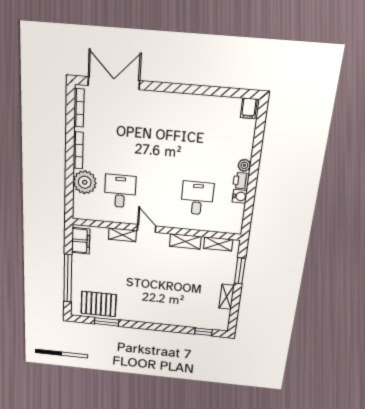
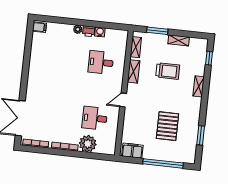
shelving: (122, 235) -> (199, 86), moved
trolley: (186, 284) -> (168, 71), added
pallet: (99, 304) -> (167, 126), moved

